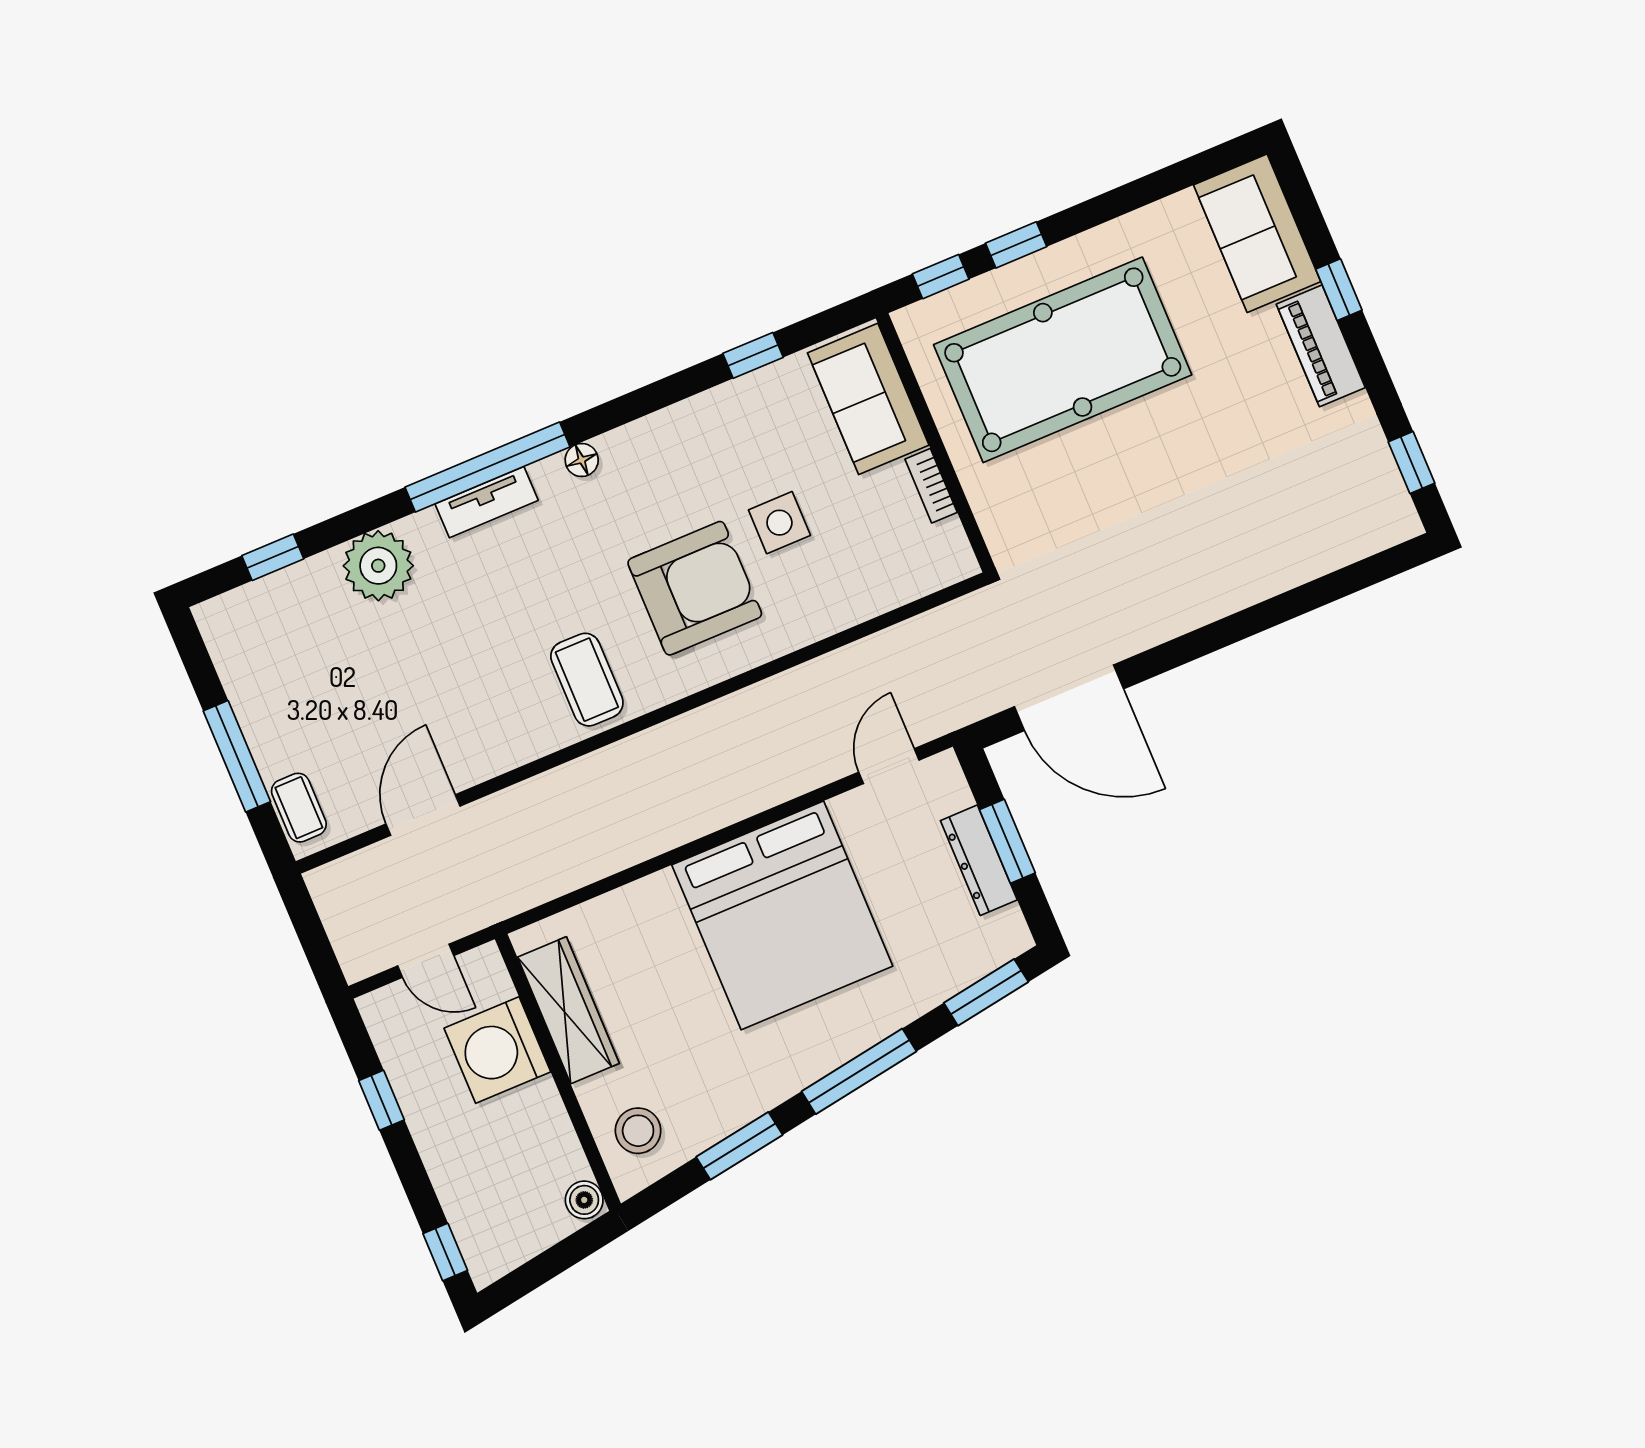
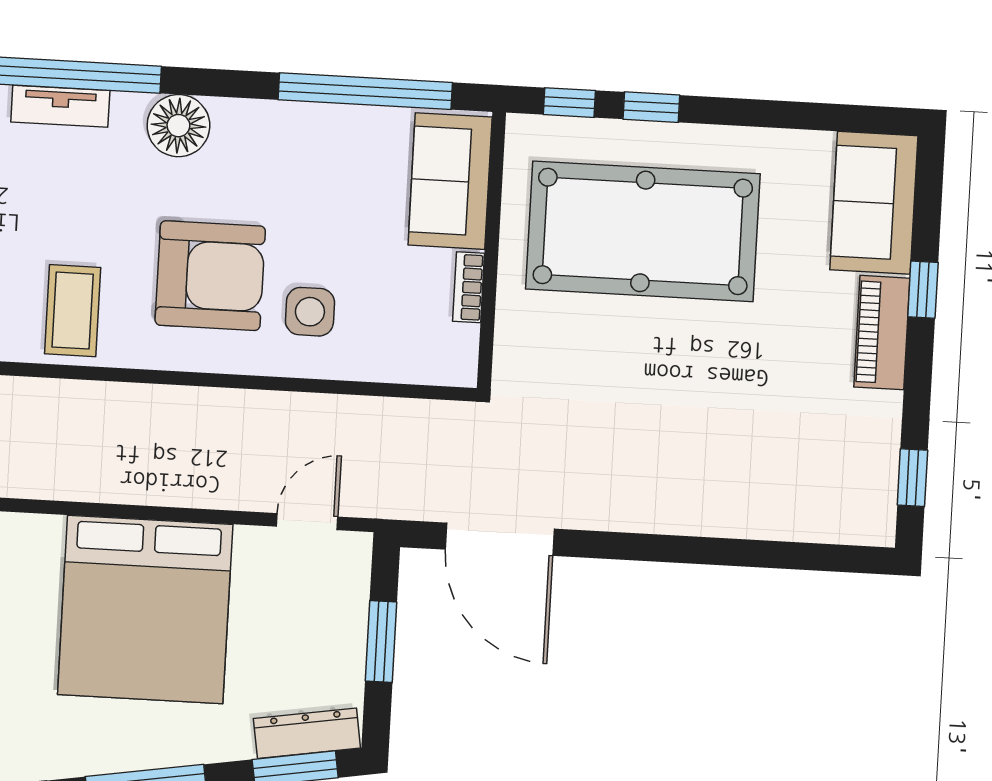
window: (753, 355) -> (365, 91), width x3.17
floor lamp: (582, 460) -> (178, 126), width x1.89, depth x1.89
side table: (779, 523) -> (310, 312), moved
dresser: (979, 860) -> (307, 733), moved, turned 81

